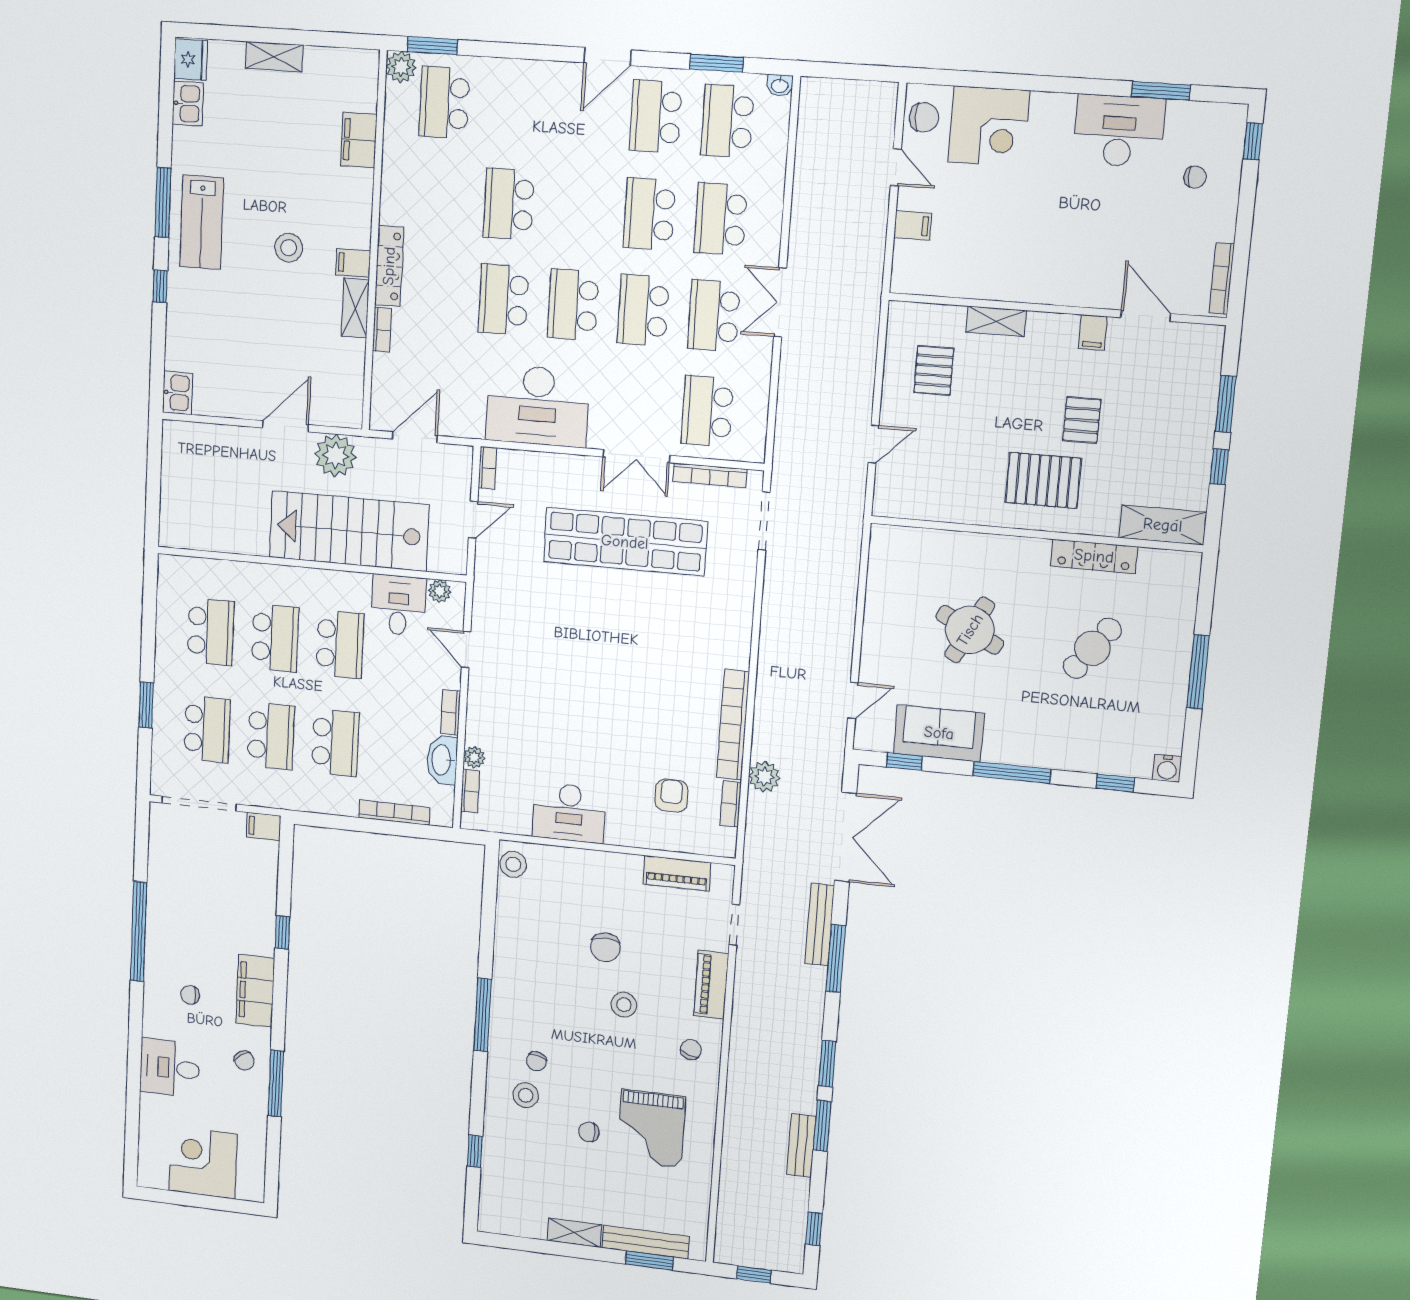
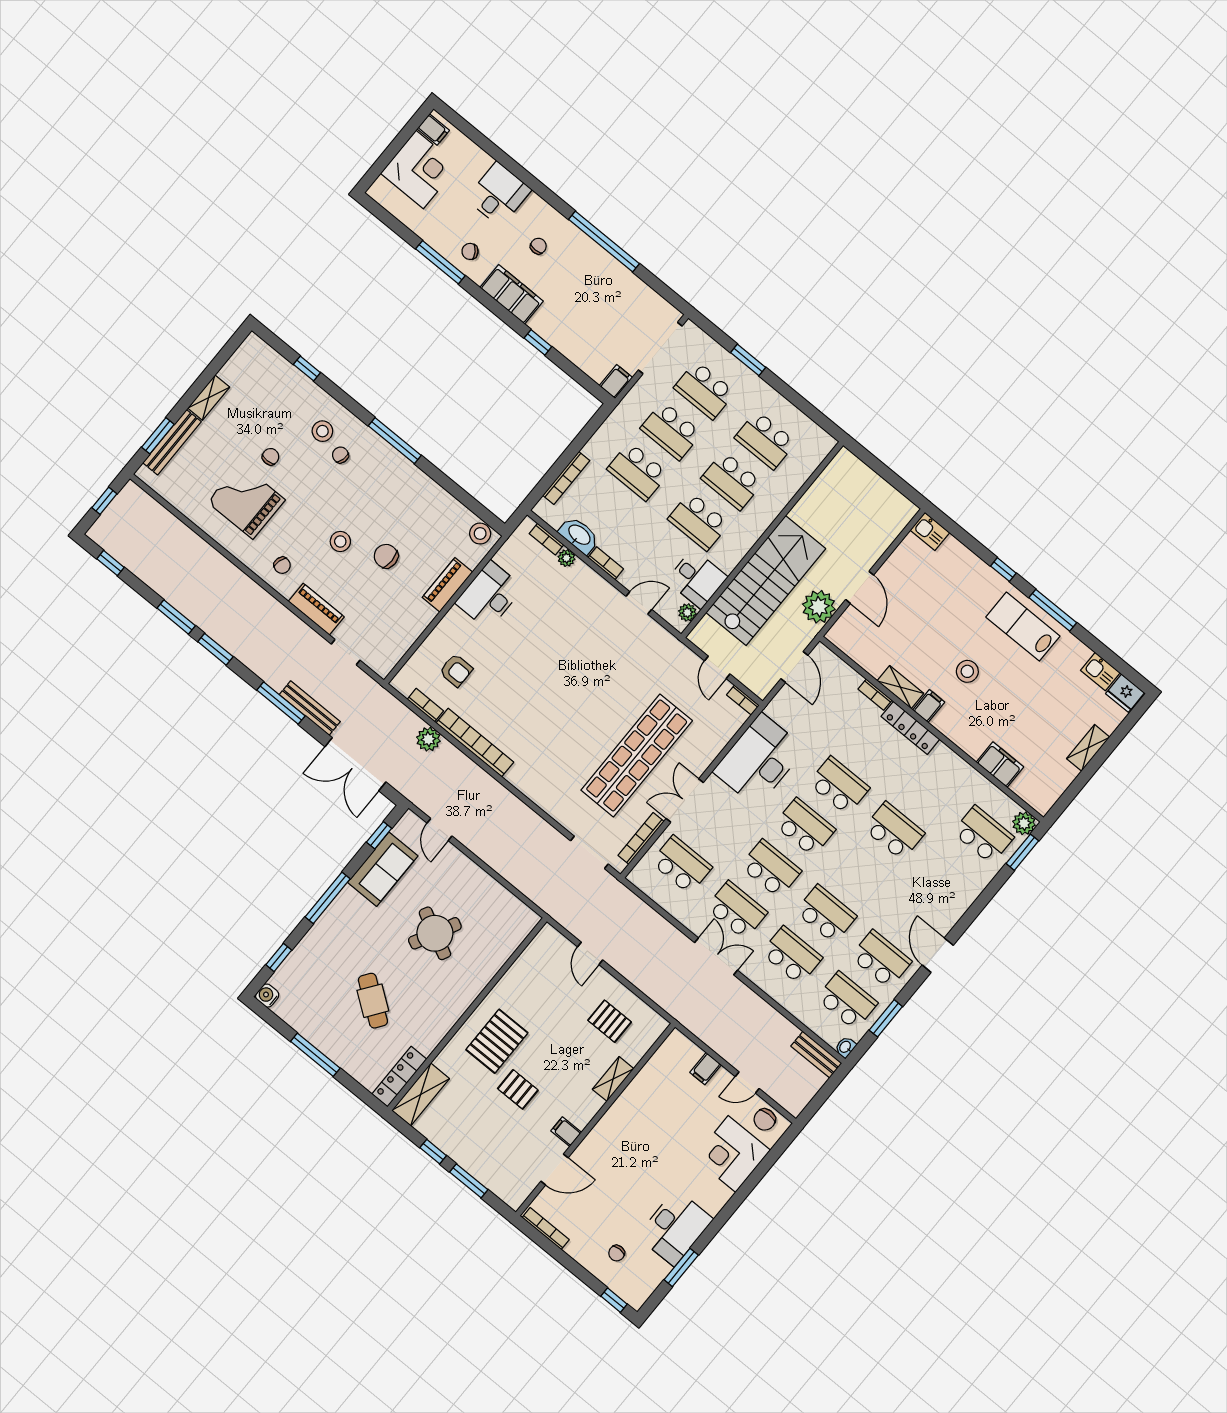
locker: (1094, 556) -> (399, 1077), moved
piano: (677, 873) -> (447, 585), moved
bench: (801, 1145) -> (816, 1055), moved
filing cabinet: (156, 1174) -> (433, 130), added

